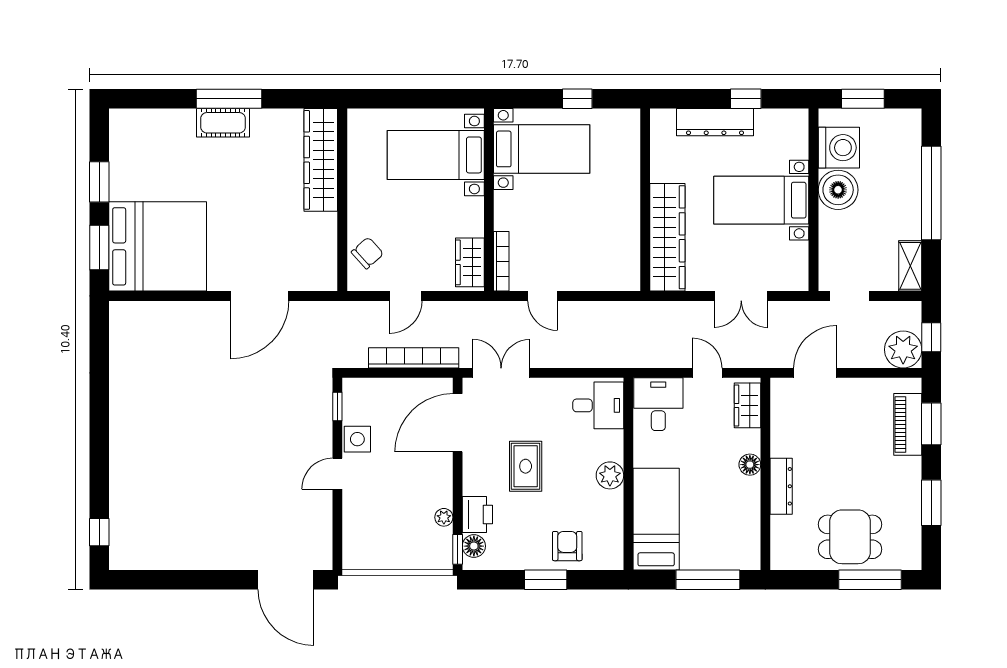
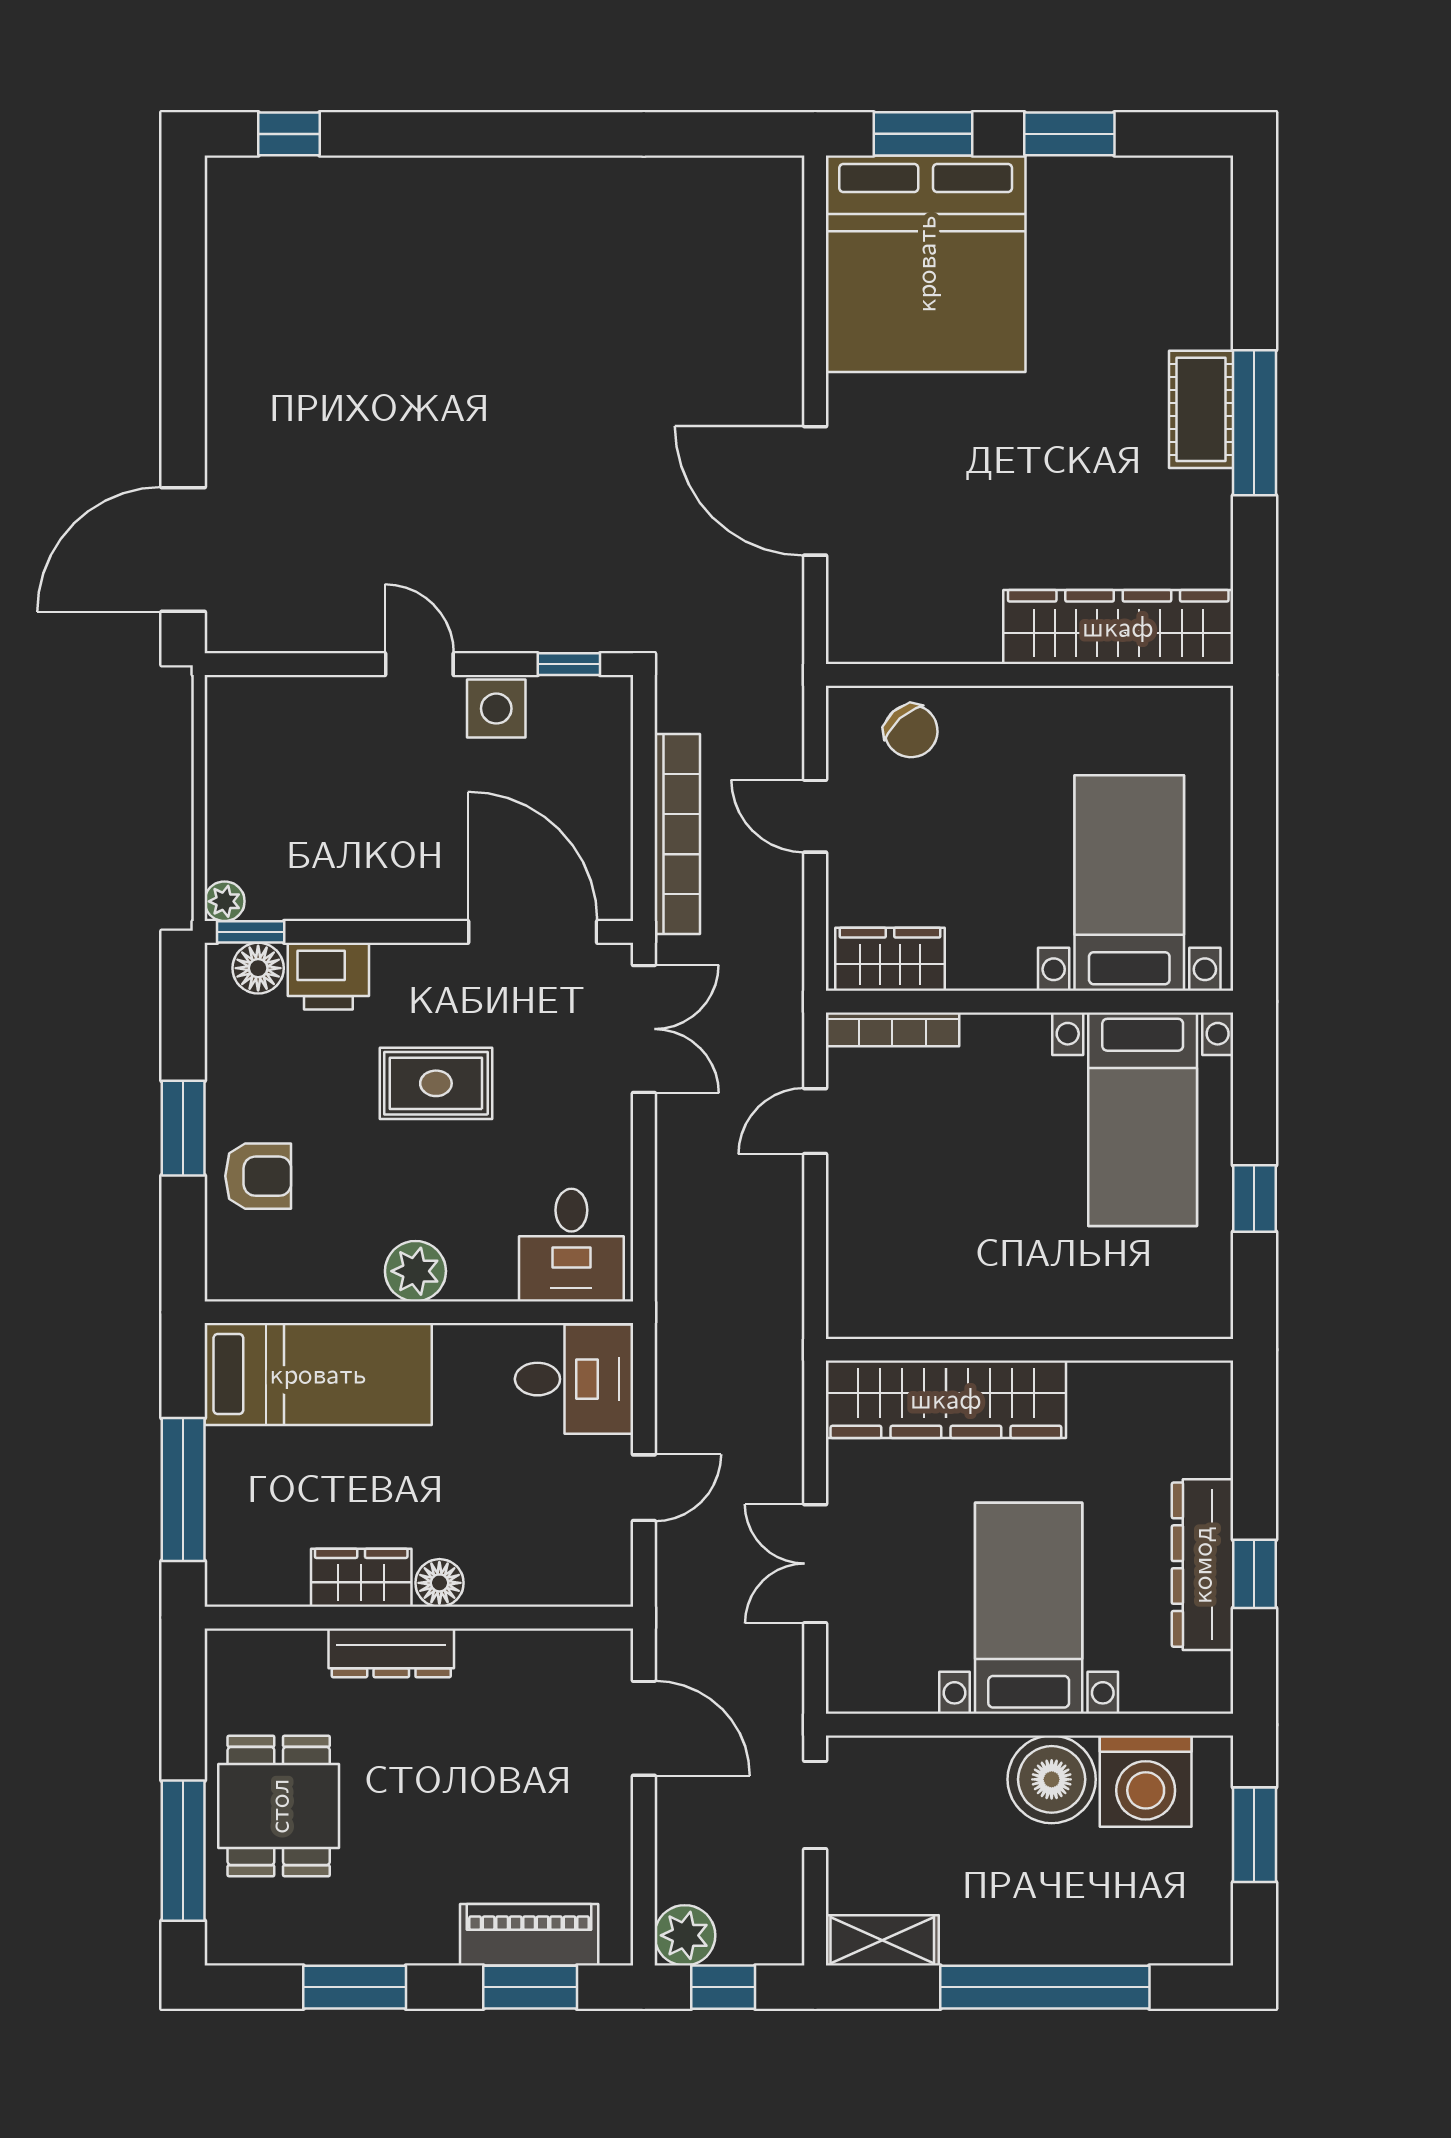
dresser: (715, 122) -> (1202, 1565), moved
plant: (903, 350) -> (685, 1935), width x0.73, depth x0.73
wardrobe: (748, 405) -> (361, 1578), moved
plant: (444, 517) -> (225, 901), moved

